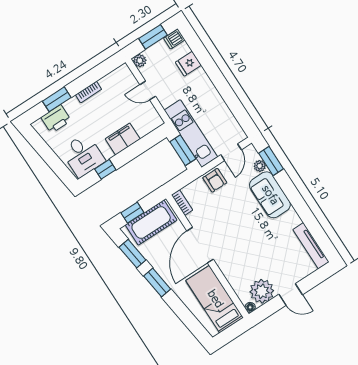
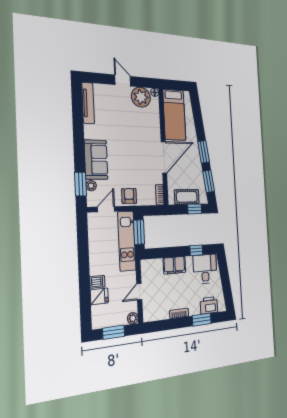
dishwasher: (174, 39) -> (97, 282), moved
door: (148, 91) -> (139, 292), swing flipped
cot: (151, 223) -> (187, 197), width x0.73, depth x0.75

